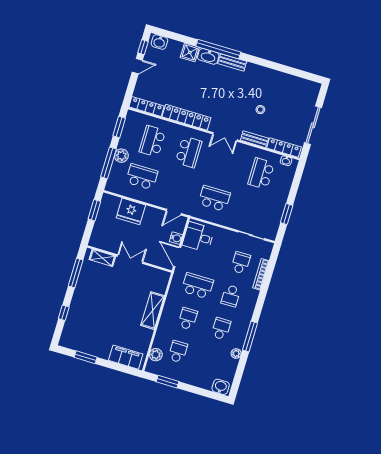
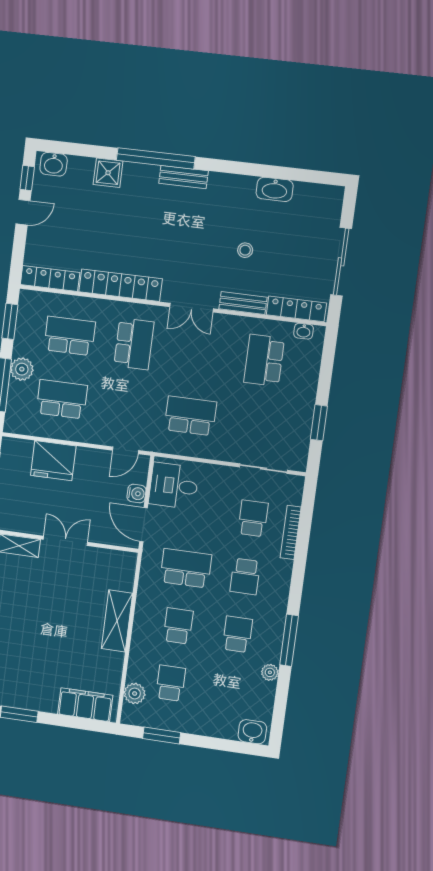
washbasin: (208, 56) -> (275, 189), moved
school desk: (152, 141) -> (70, 336), turned 90

